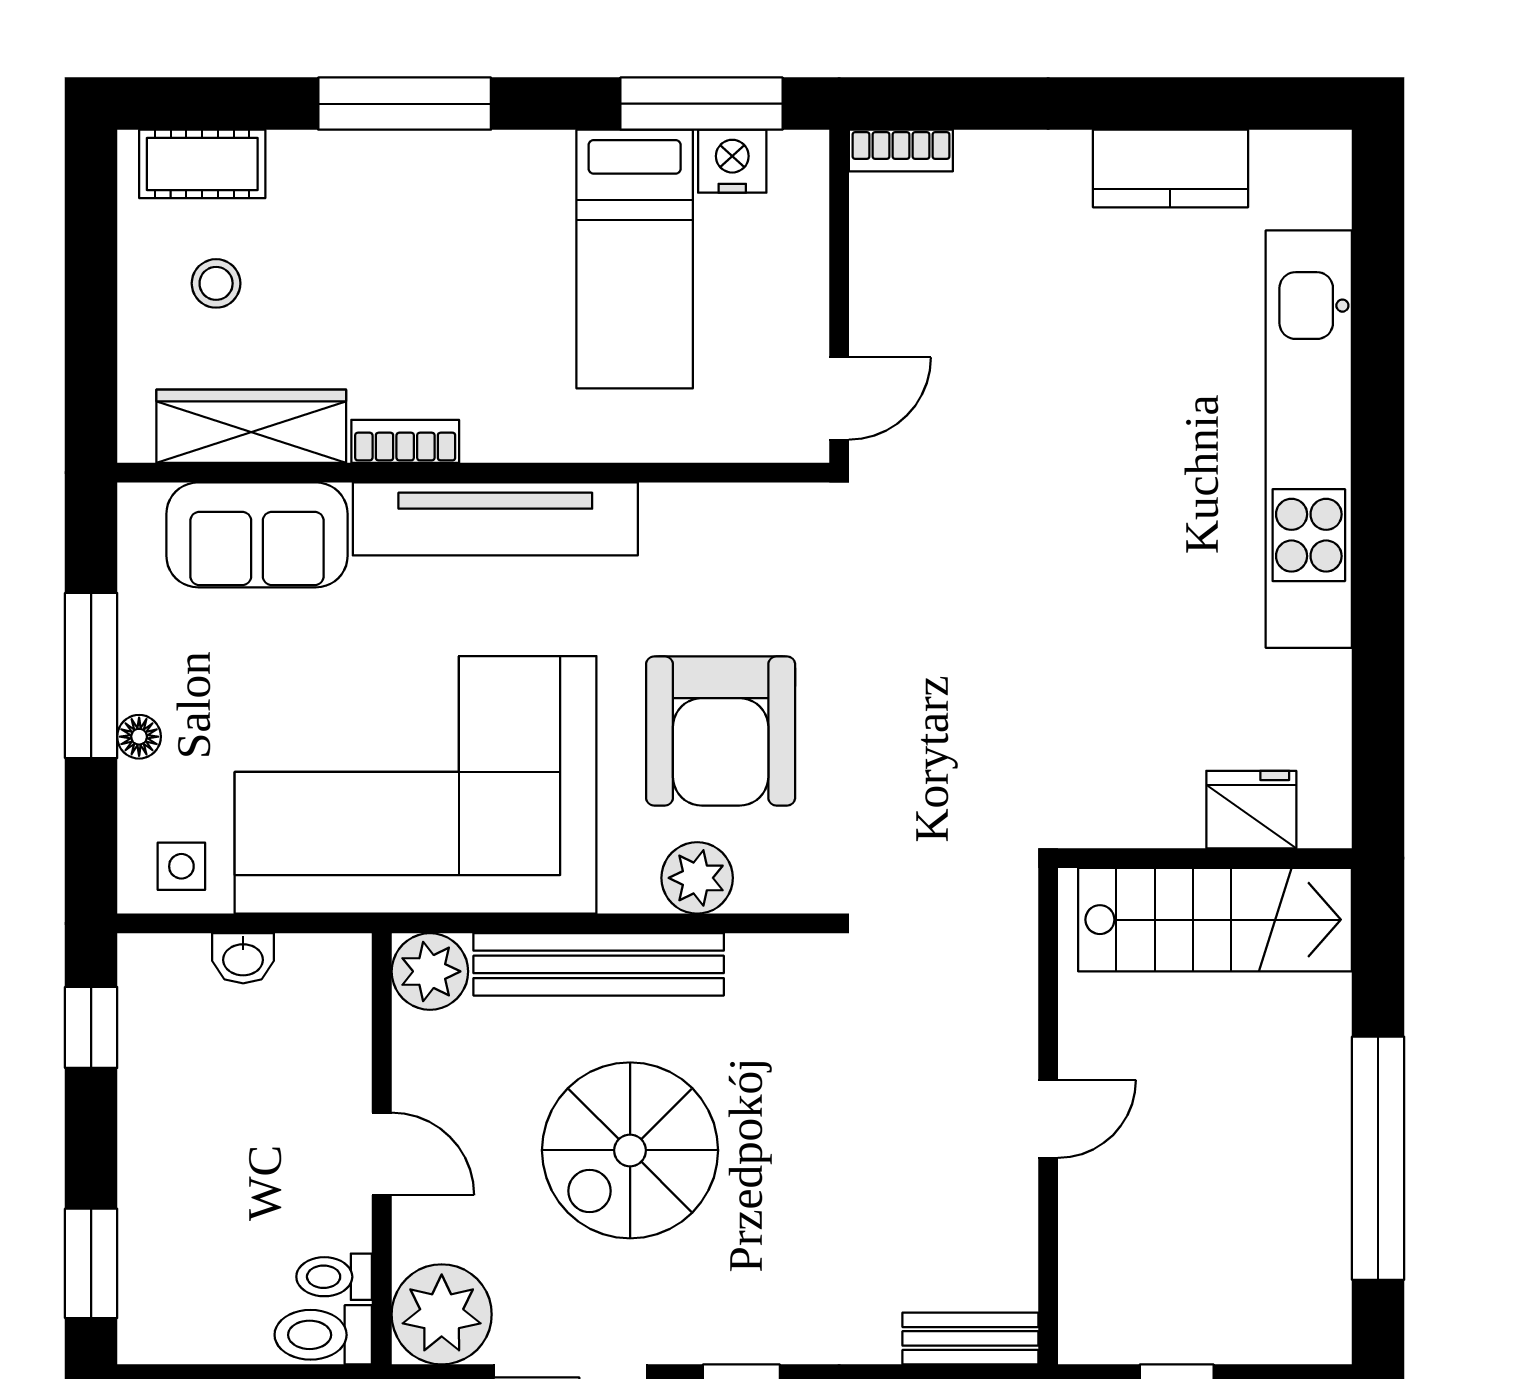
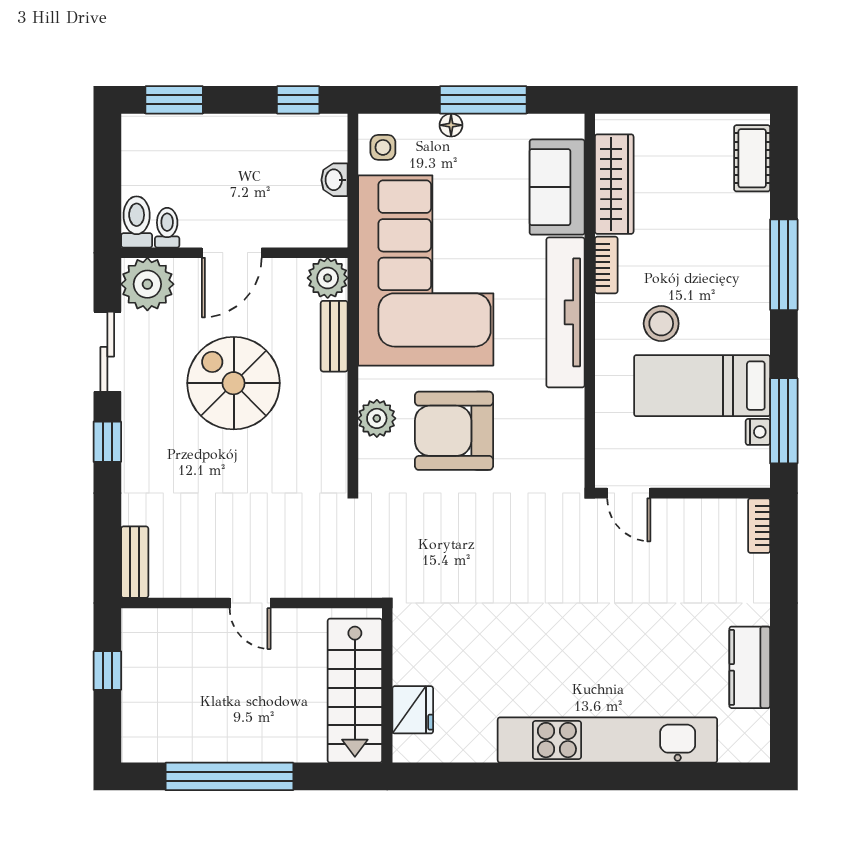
nightstand: (732, 161) -> (758, 432), width x0.72, depth x0.74
stool: (216, 283) -> (661, 324), moved, width x1.37, depth x1.37
bench: (599, 964) -> (334, 336), width x0.54, depth x0.82
door: (382, 1154) -> (232, 253), width x1.38

